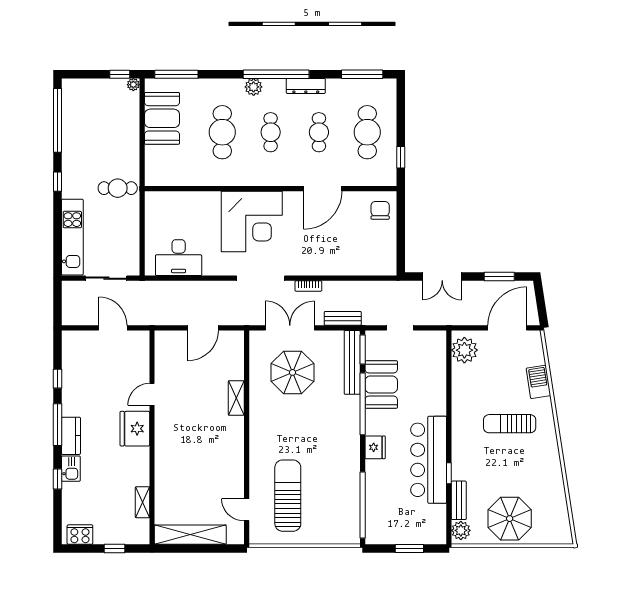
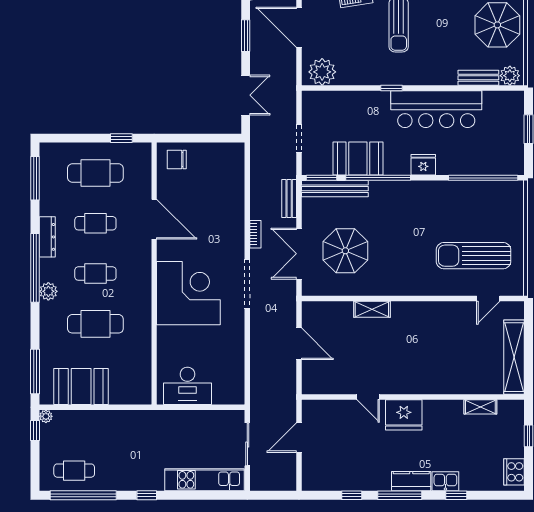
cafe table: (118, 188) -> (74, 471), moved, turned 90
desk: (179, 258) -> (187, 386), moved, turned 90
window: (449, 473) -> (392, 88), moved

